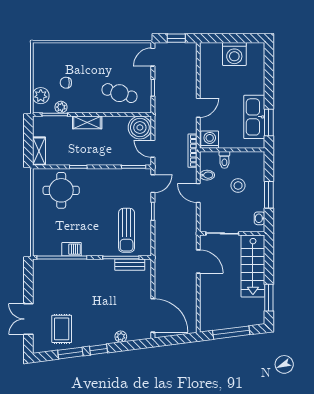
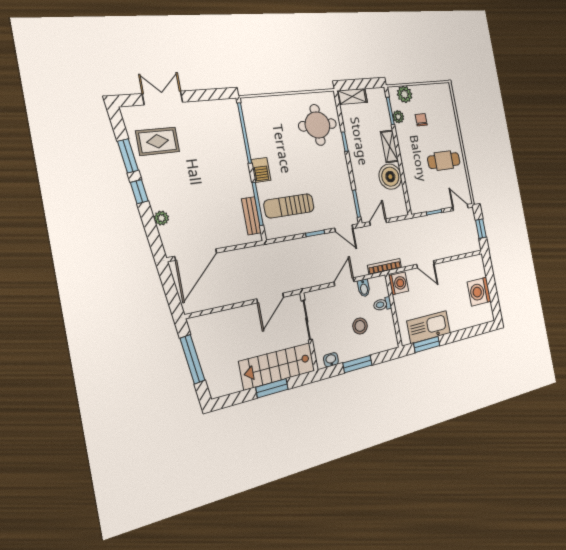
cafe table: (119, 93) -> (444, 161), moved, turned 73
boiler: (140, 127) -> (390, 177), moved
barbecue: (72, 249) -> (261, 170), moved
window: (269, 298) -> (272, 388), moved

